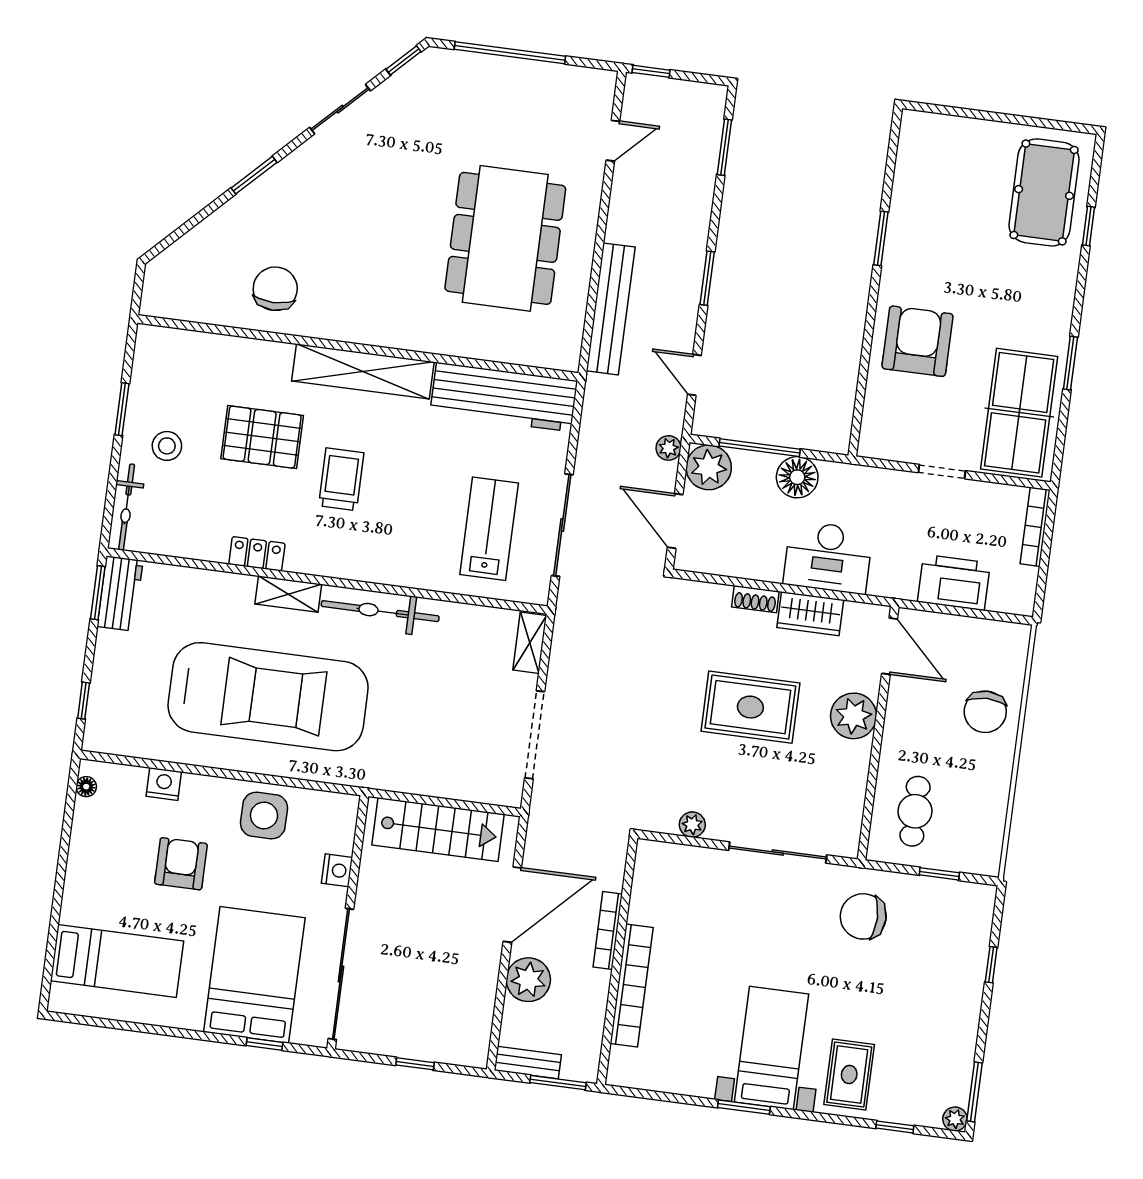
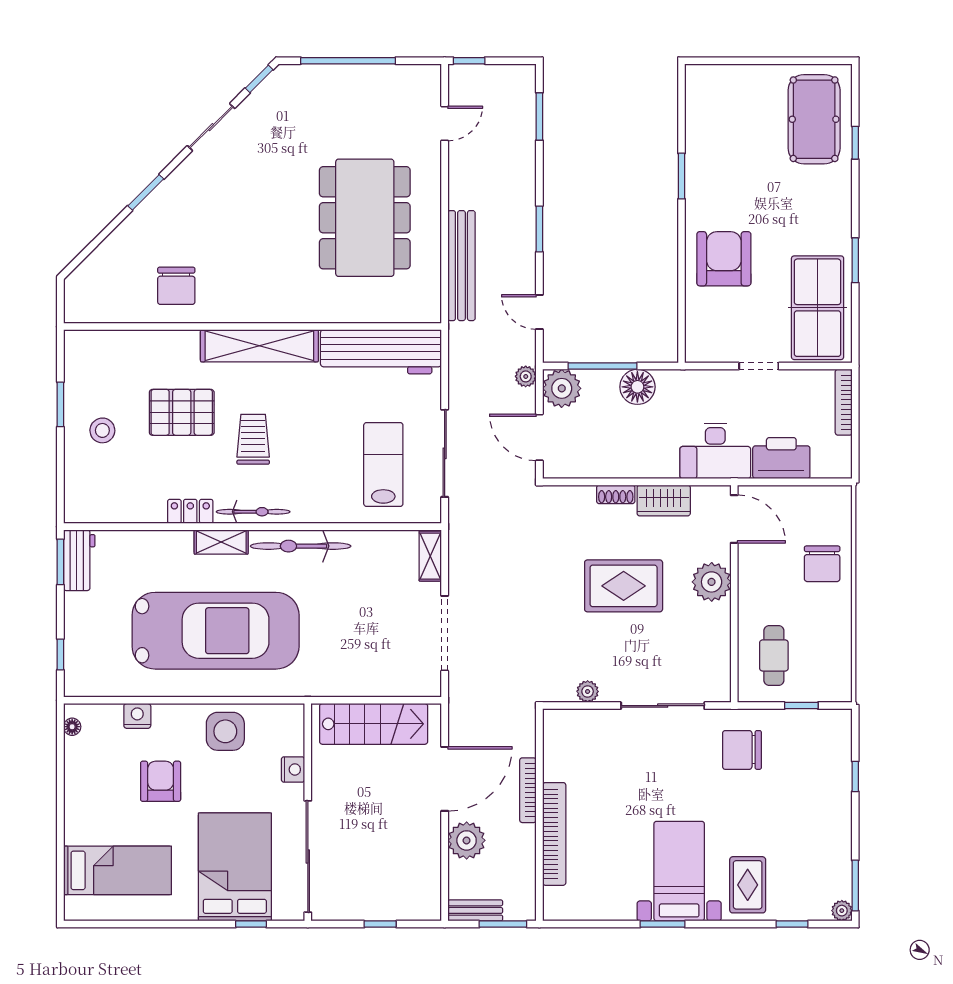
chair: (275, 289) -> (176, 286), turned 180
bicycle: (127, 507) -> (253, 512), moved, turned -90
desk: (828, 557) -> (715, 451), moved

